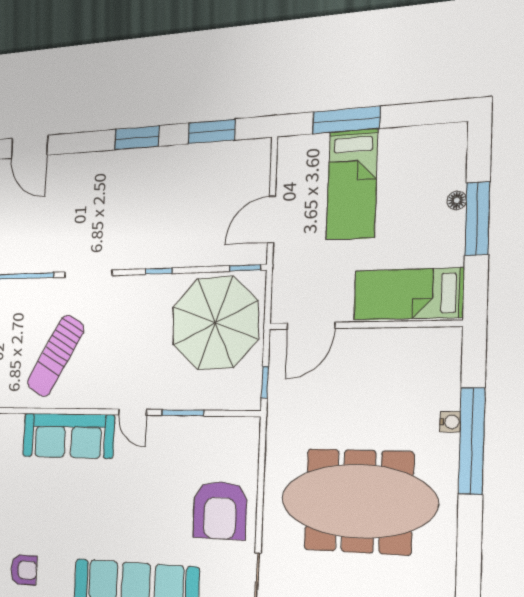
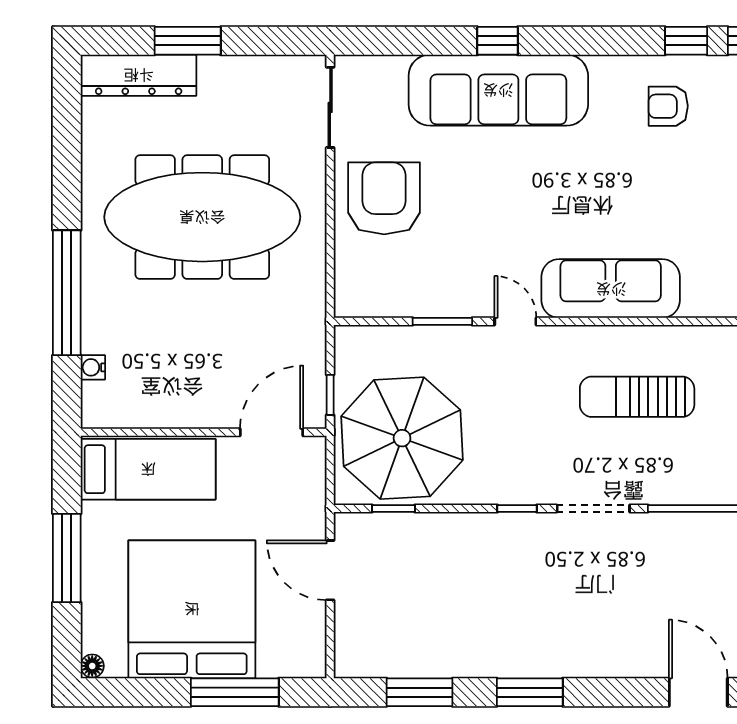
bed: (352, 184) -> (192, 609), width x2.04
floor lamp: (457, 200) -> (92, 666), moved
door: (271, 219) -> (330, 570), swing flipped
window: (245, 268) -> (394, 509), moved
window: (159, 271) -> (517, 509), moved
sun lounger: (56, 356) -> (637, 397), turned -120
window: (265, 382) -> (330, 395), moved
water cooler: (450, 422) -> (93, 367), moved

